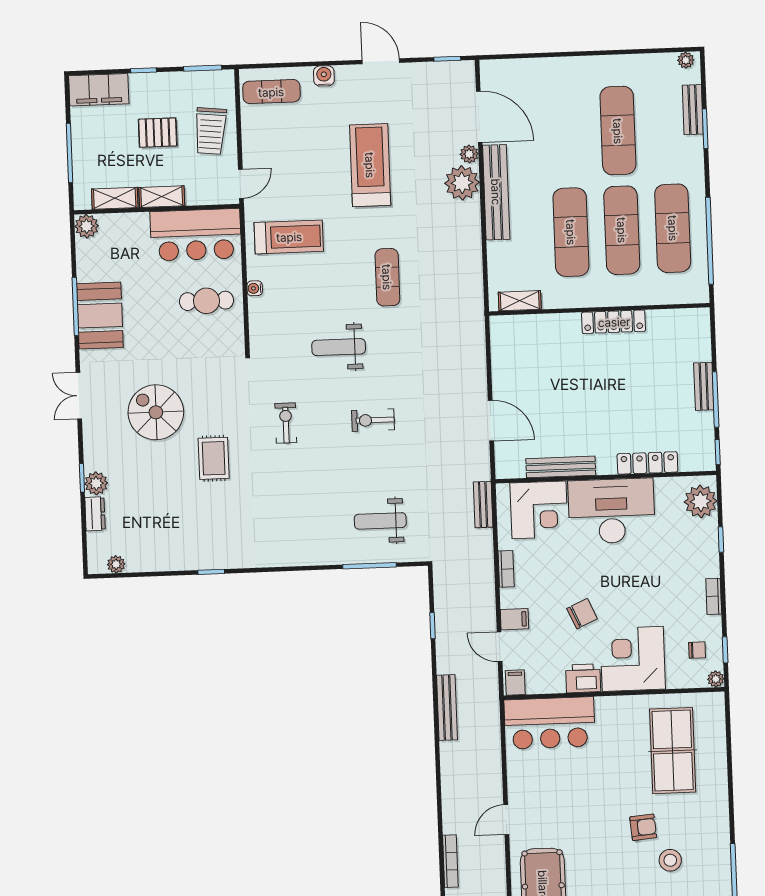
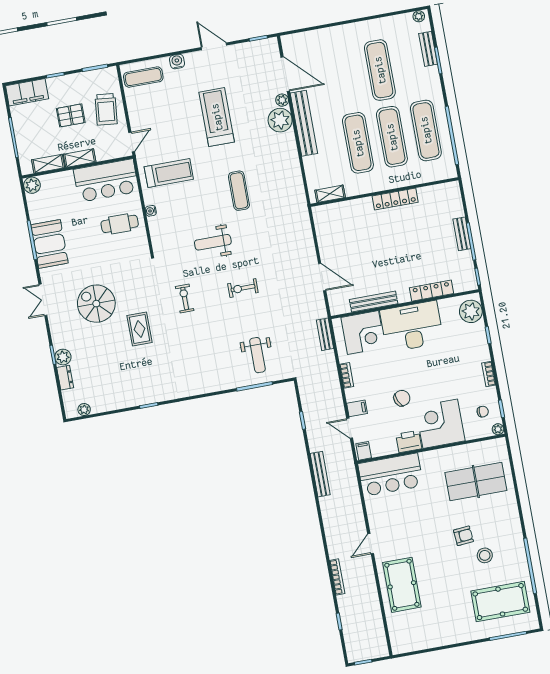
weight bench: (380, 521) -> (257, 355), turned -90
table tennis table: (673, 751) -> (476, 481), turned 90

